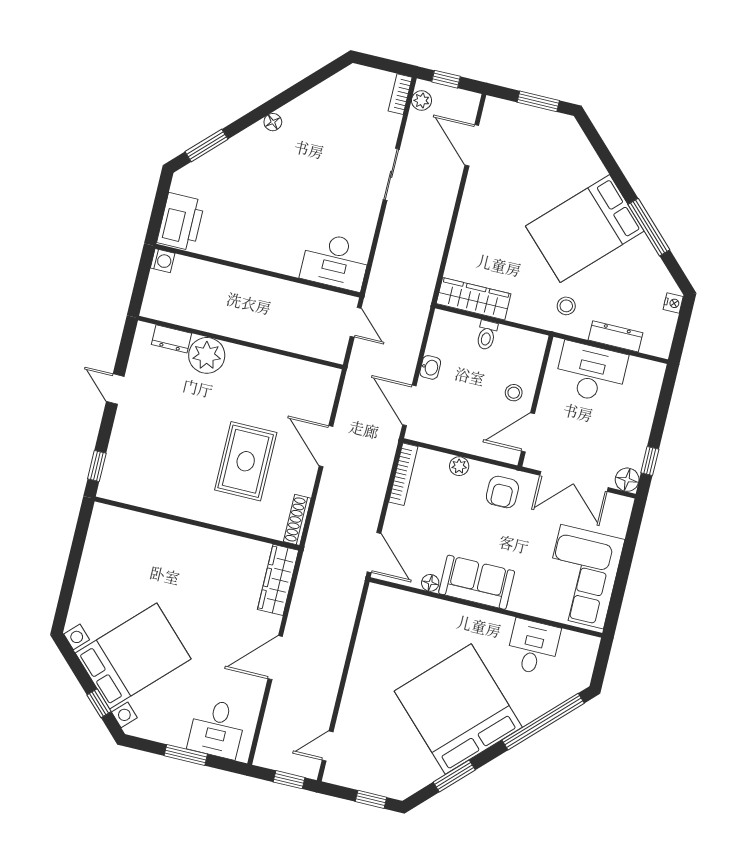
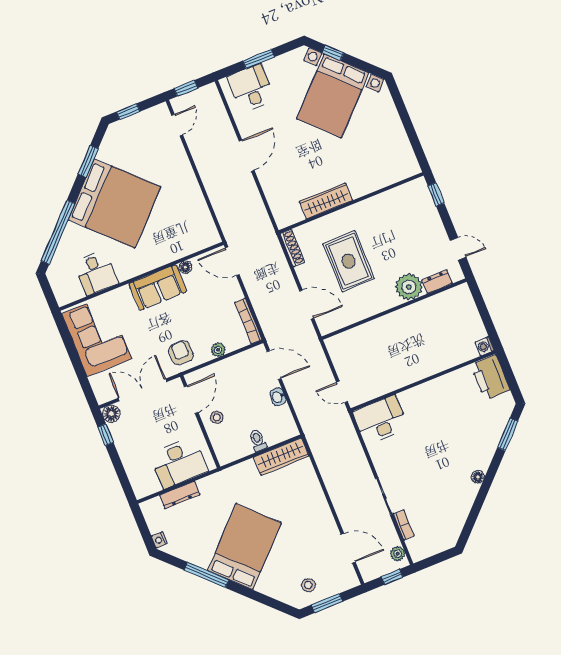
bookcase: (400, 94) -> (404, 525), moved
stool: (566, 306) -> (308, 585), moved
dresser: (171, 339) -> (437, 282), moved
wall: (240, 343) -> (394, 309), moved
plant: (207, 355) -> (409, 287), moved
wardrobe: (278, 580) -> (326, 201), moved, turned -90

